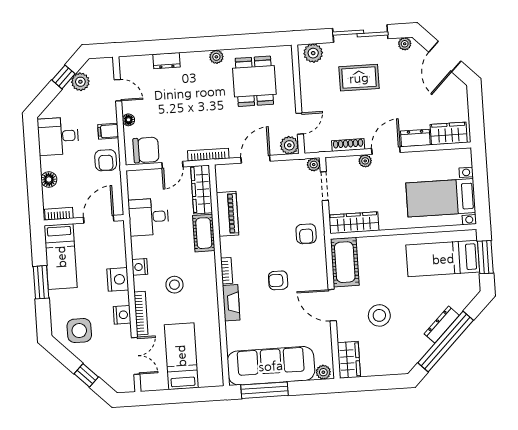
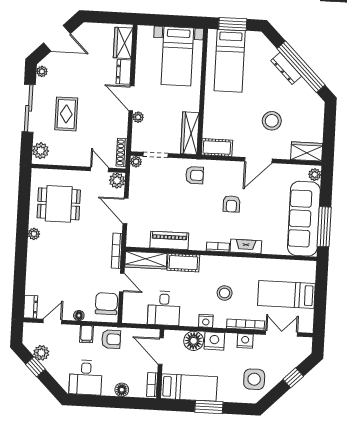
dresser: (166, 61) -> (31, 307), moved
shoe rack: (348, 145) -> (122, 152), moved
floor lamp: (115, 256) -> (194, 341), added
cot: (345, 262) -> (217, 147), width x0.73, depth x0.75

